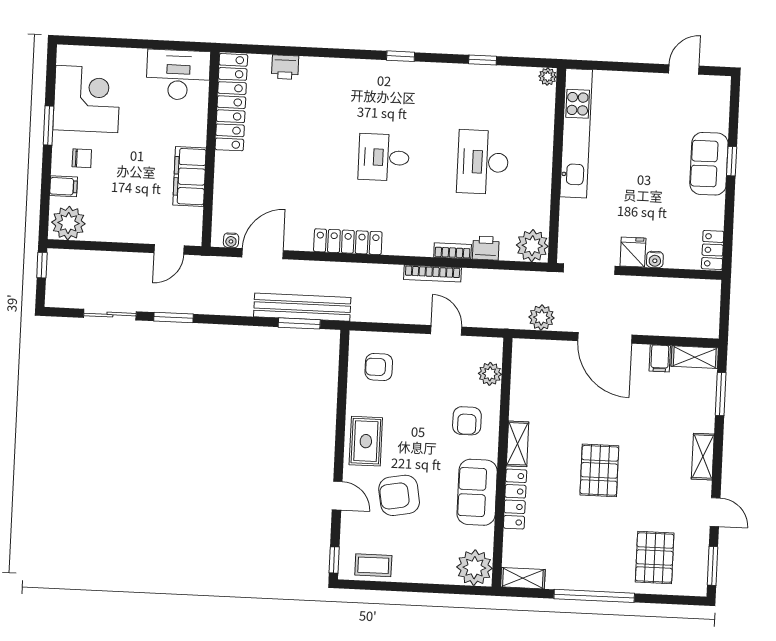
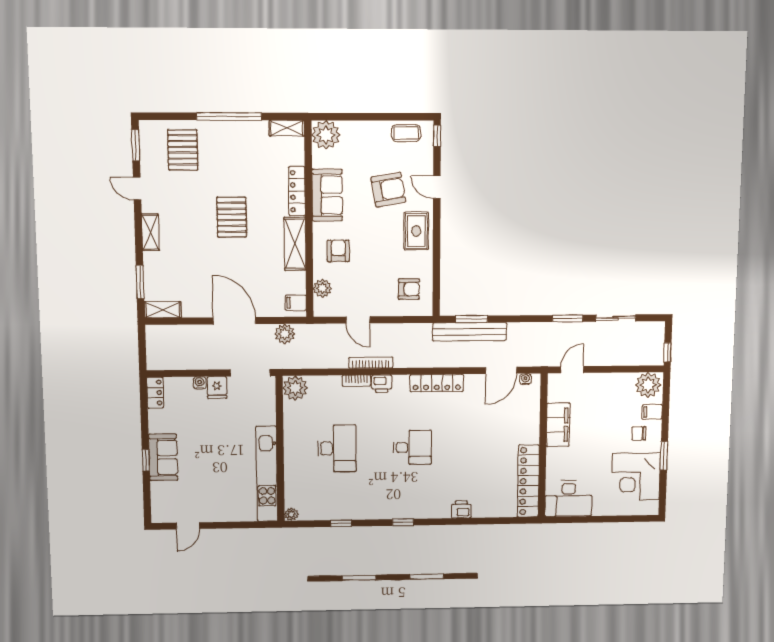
printer: (285, 67) -> (461, 509), moved
printer: (486, 248) -> (382, 384), moved
filing cabinet: (660, 358) -> (296, 303), moved, turned -90
shelving: (518, 444) -> (295, 244), width x1.50, depth x1.33

